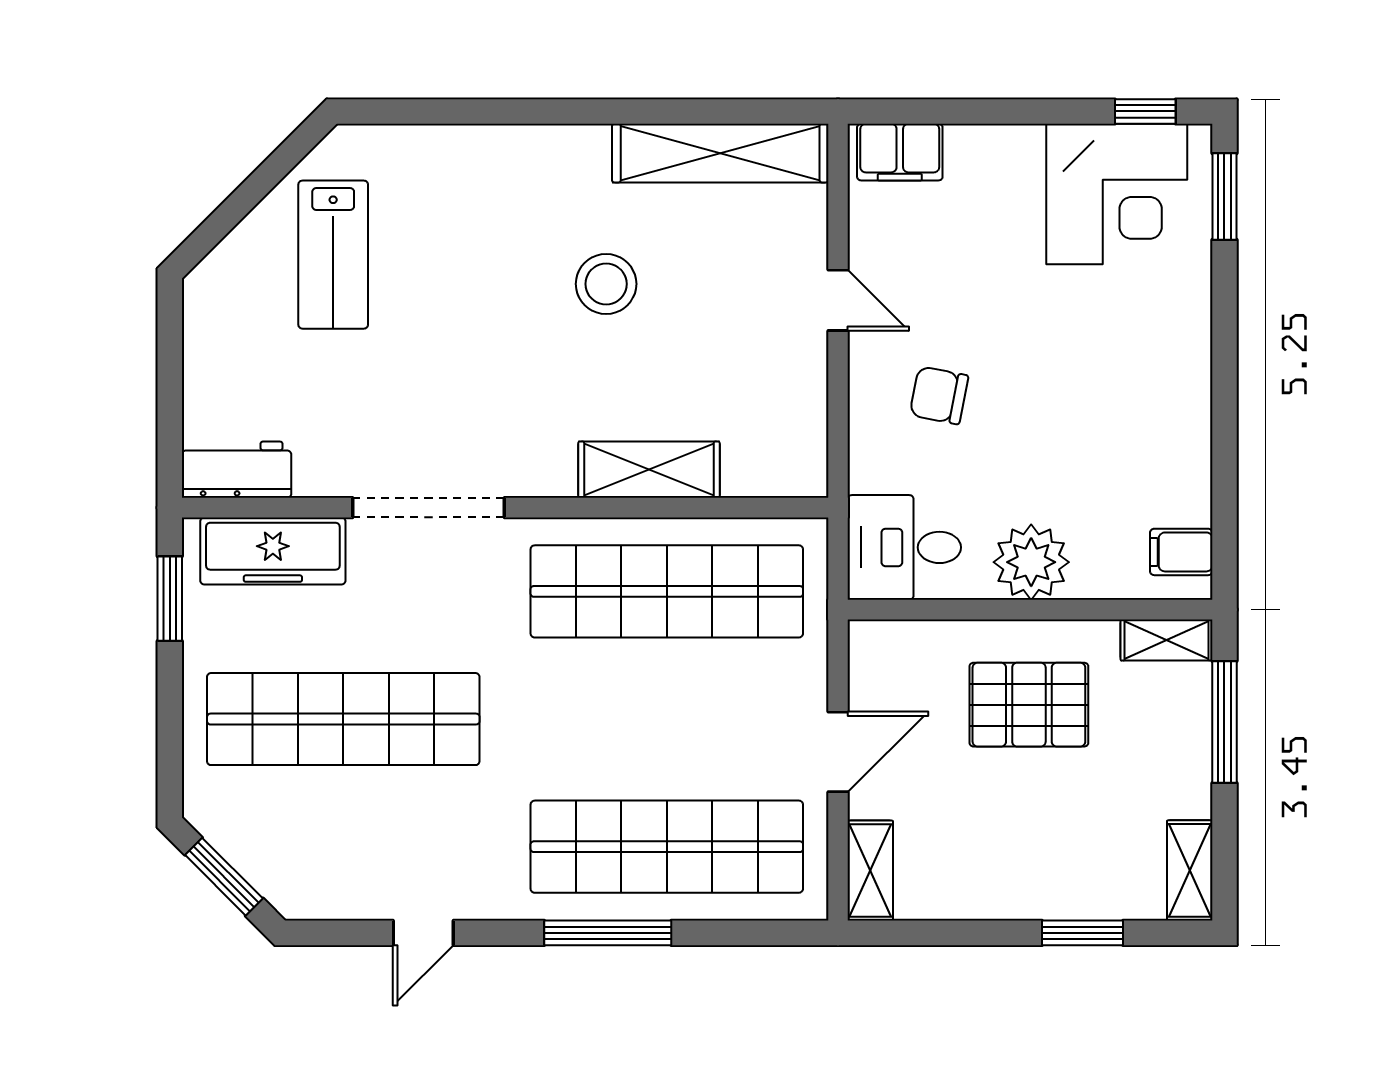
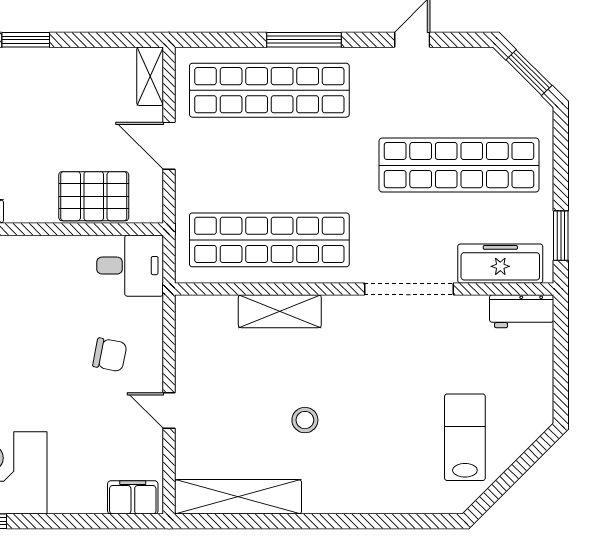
stool: (606, 284) -> (305, 420), width x0.73, depth x0.73
plant: (1031, 562) -> (56, 257), removed
pallet: (1029, 705) -> (94, 196), moved
door: (838, 752) -> (169, 146), hinge flipped

